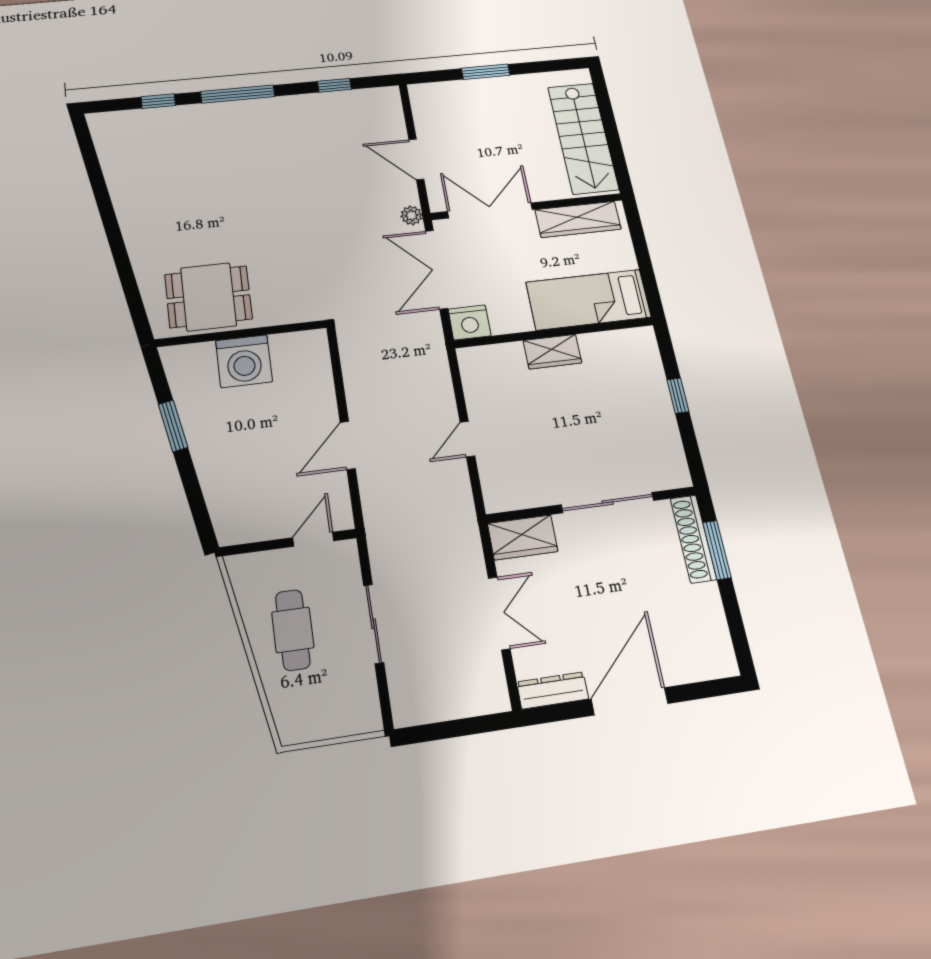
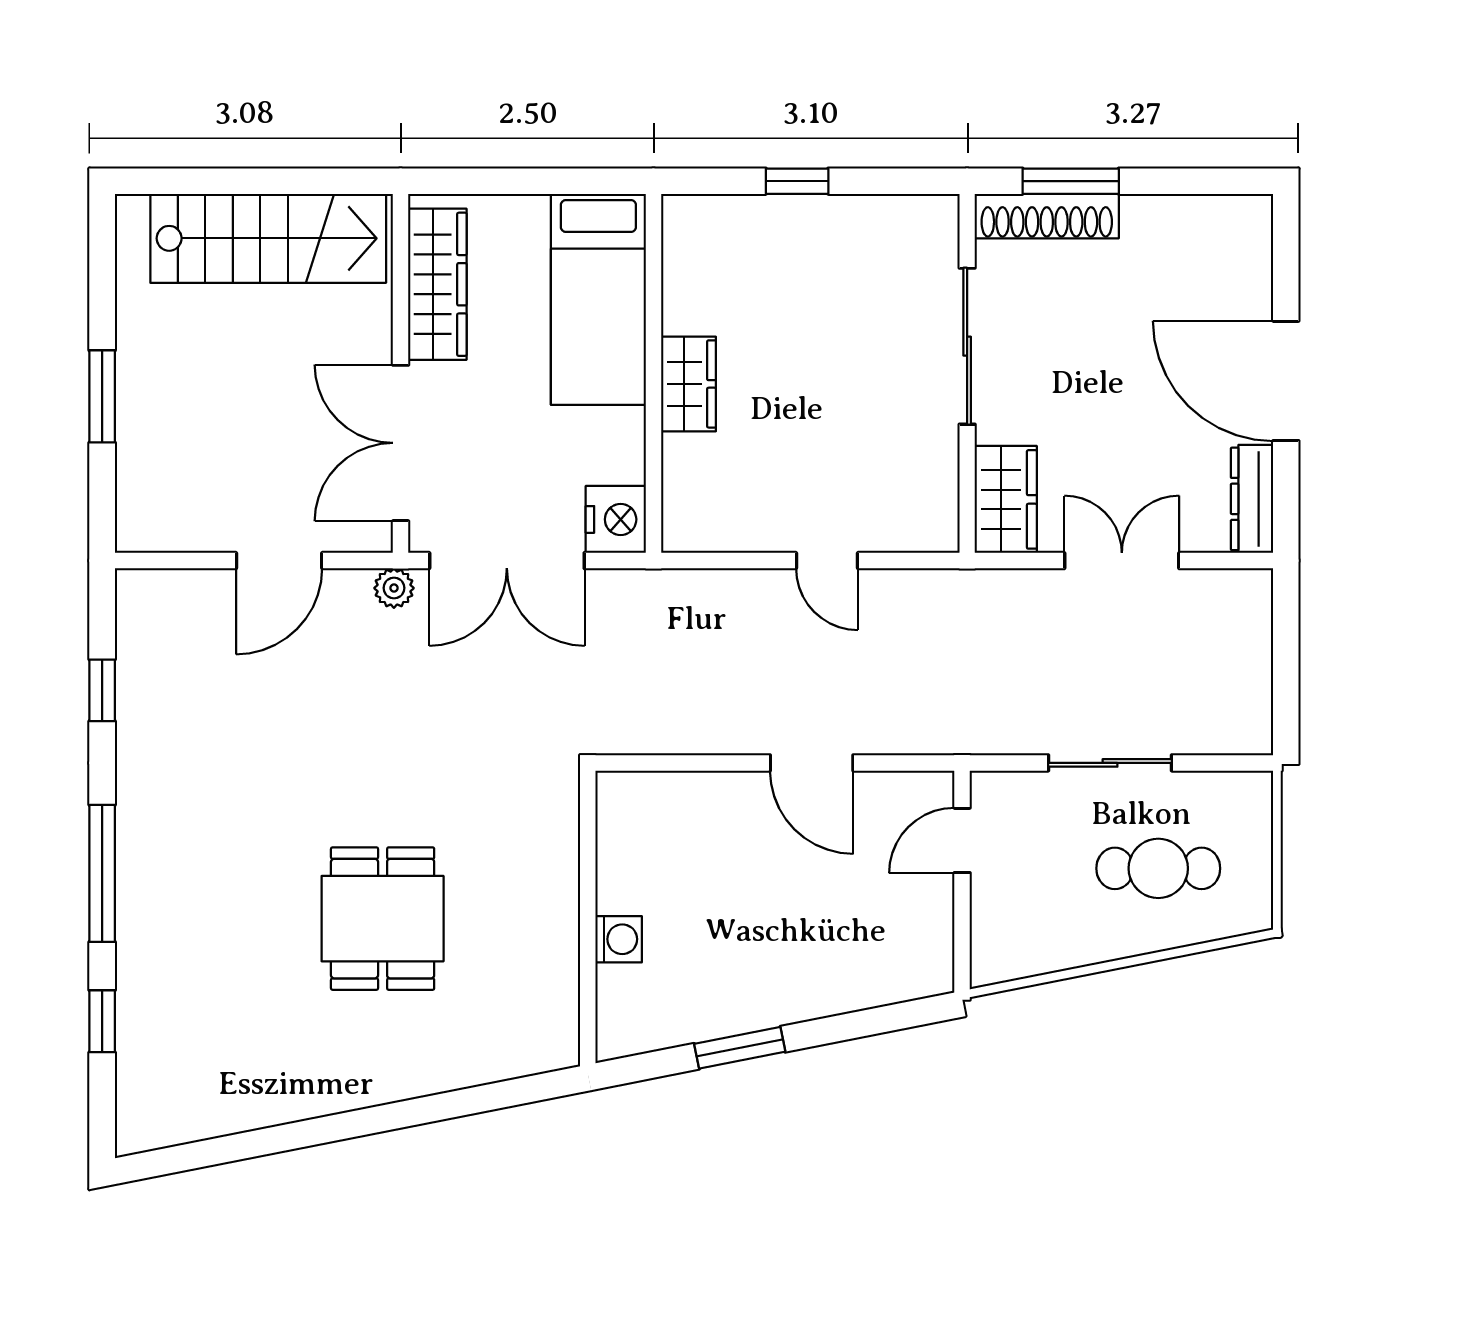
dining table: (208, 297) -> (383, 919), moved
washing machine: (244, 361) -> (619, 939), width x0.53, depth x0.53
door: (313, 539) -> (962, 840), hinge flipped
cafe table: (293, 630) -> (1158, 868), moved

